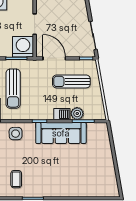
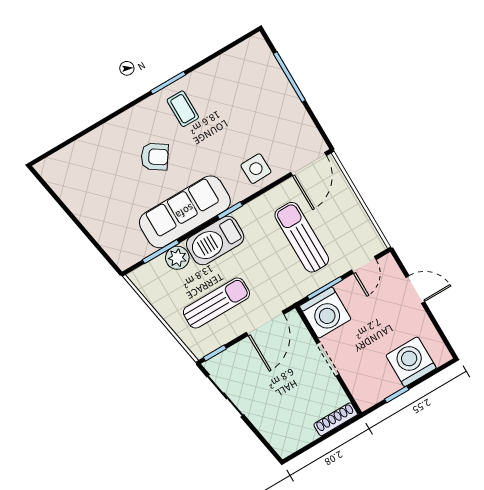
door: (54, 58) -> (265, 323), hinge flipped
barbecue: (62, 114) -> (215, 241), width x1.88, depth x1.53
armchair: (60, 167) -> (155, 157), added
coffee table: (16, 179) -> (183, 109), moved

